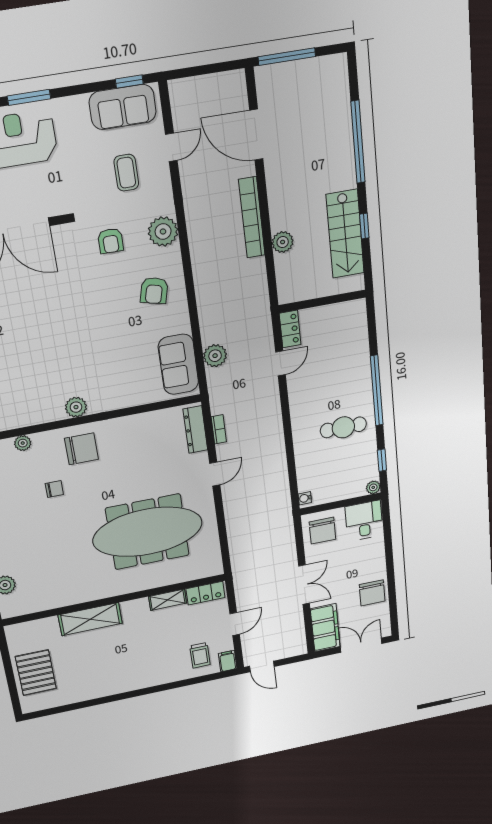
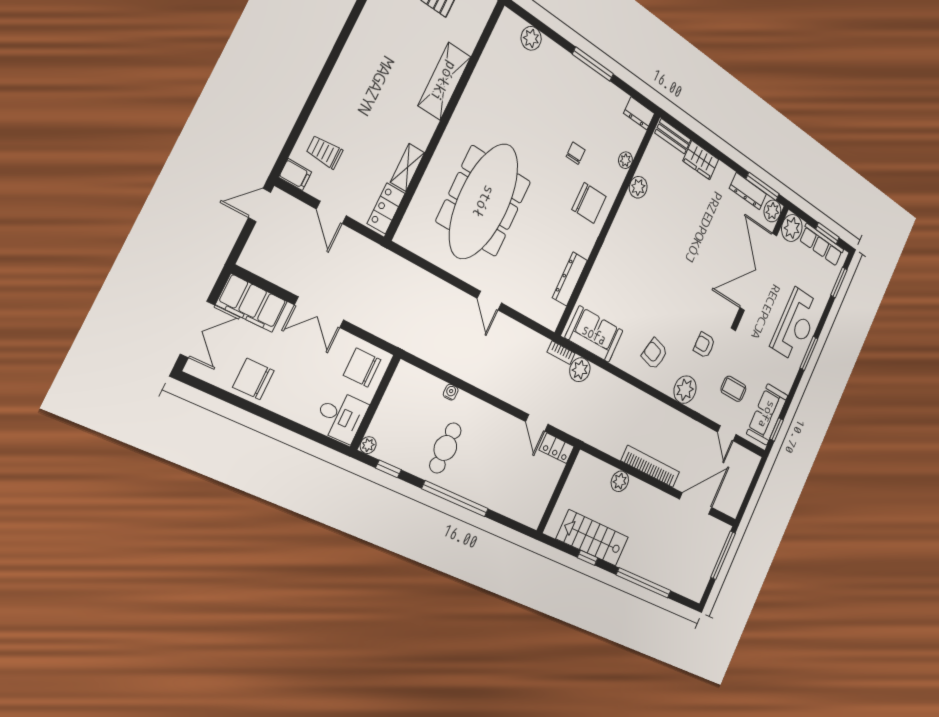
plant: (76, 407) -> (638, 187), moved
bookcase: (219, 429) -> (561, 353), moved
dresser: (195, 430) -> (570, 279), moved, turned -90
chair: (81, 449) -> (589, 203), turned -90
chair: (54, 489) -> (576, 153), turned 180
water cooler: (305, 498) -> (451, 392), moved

